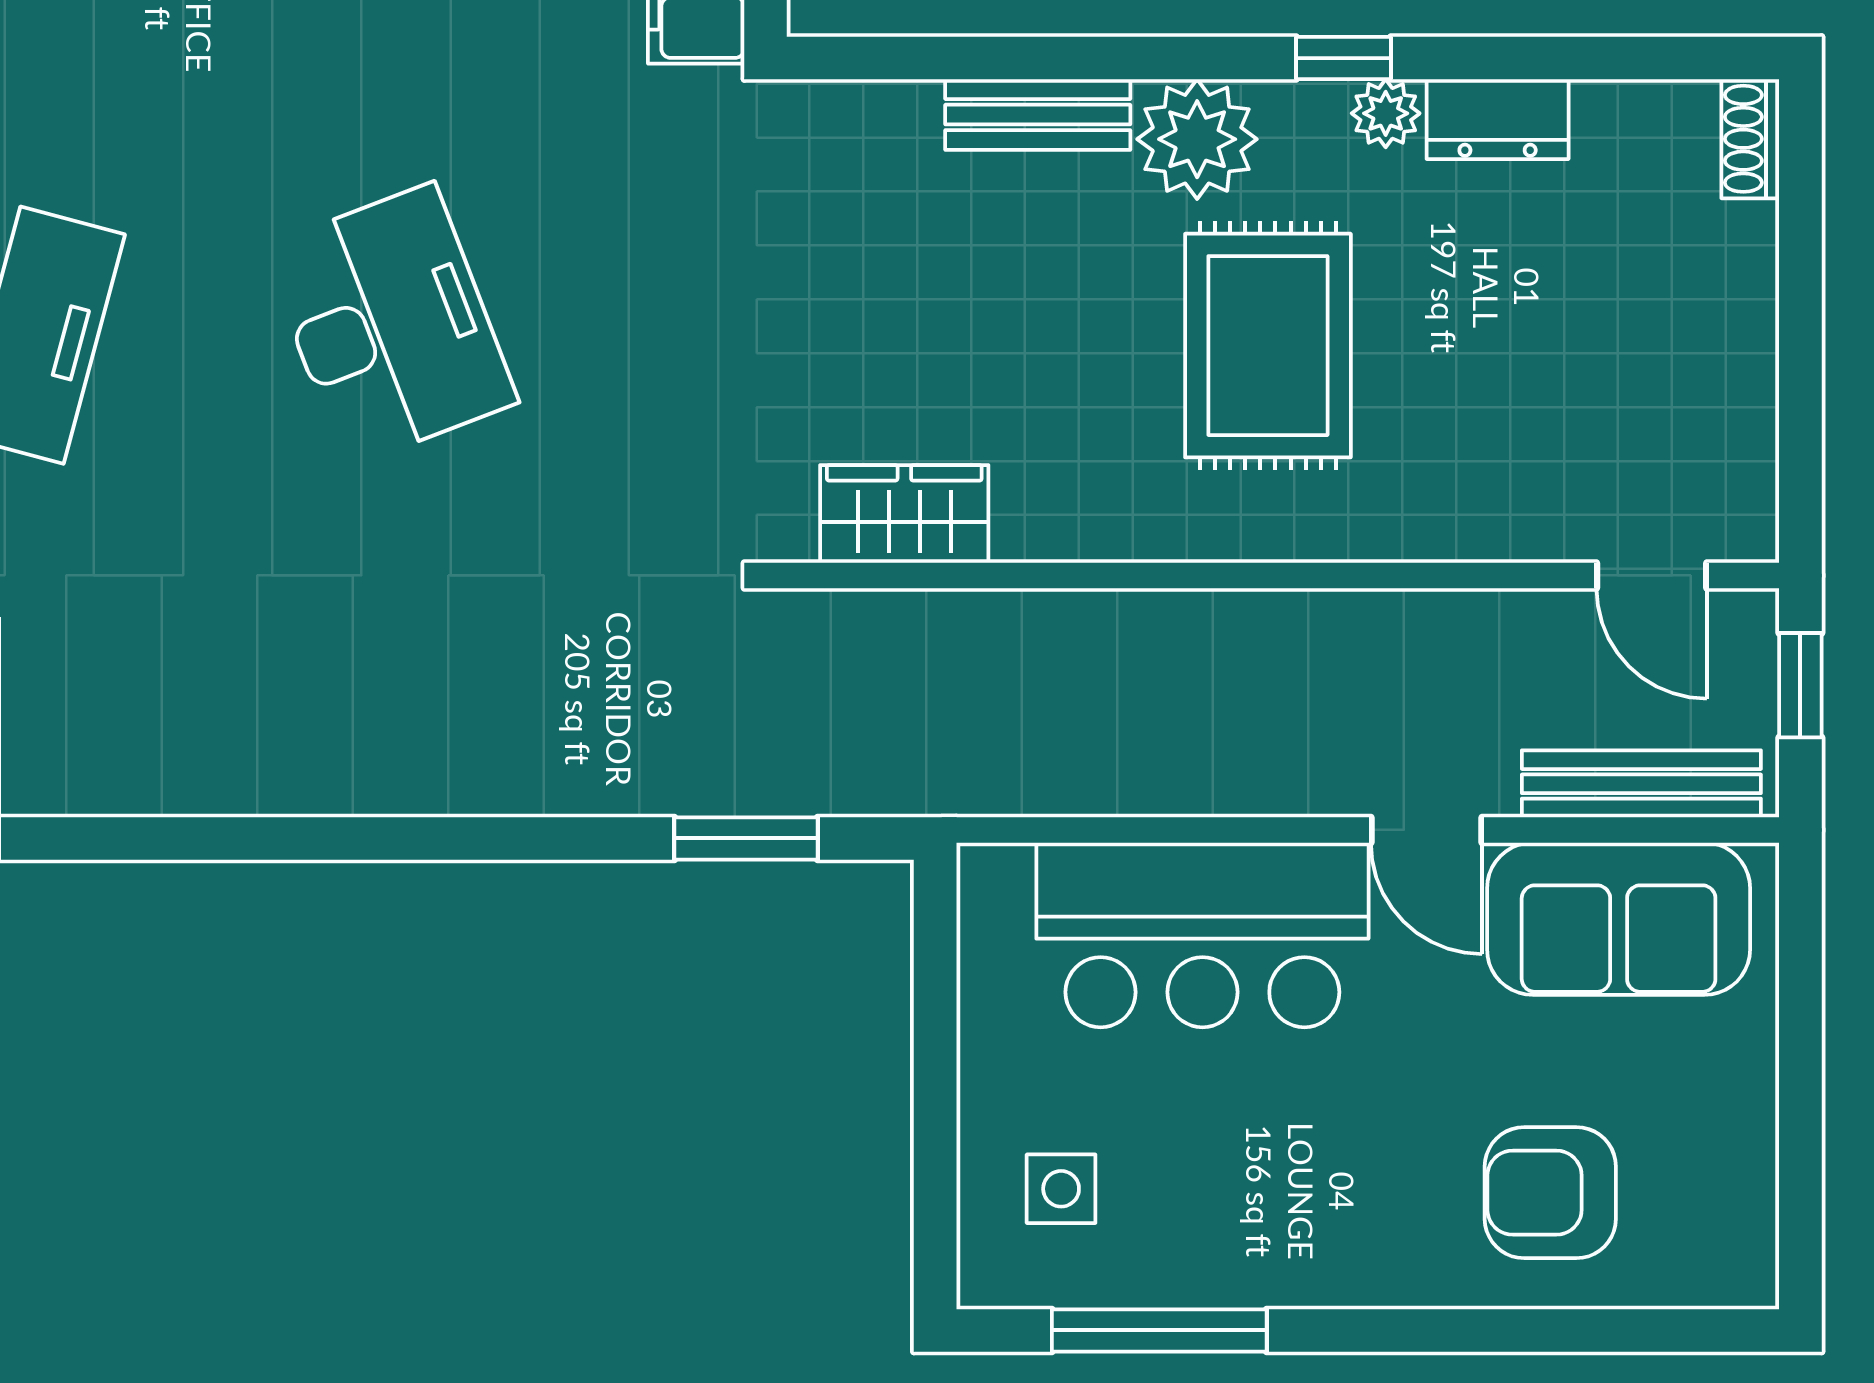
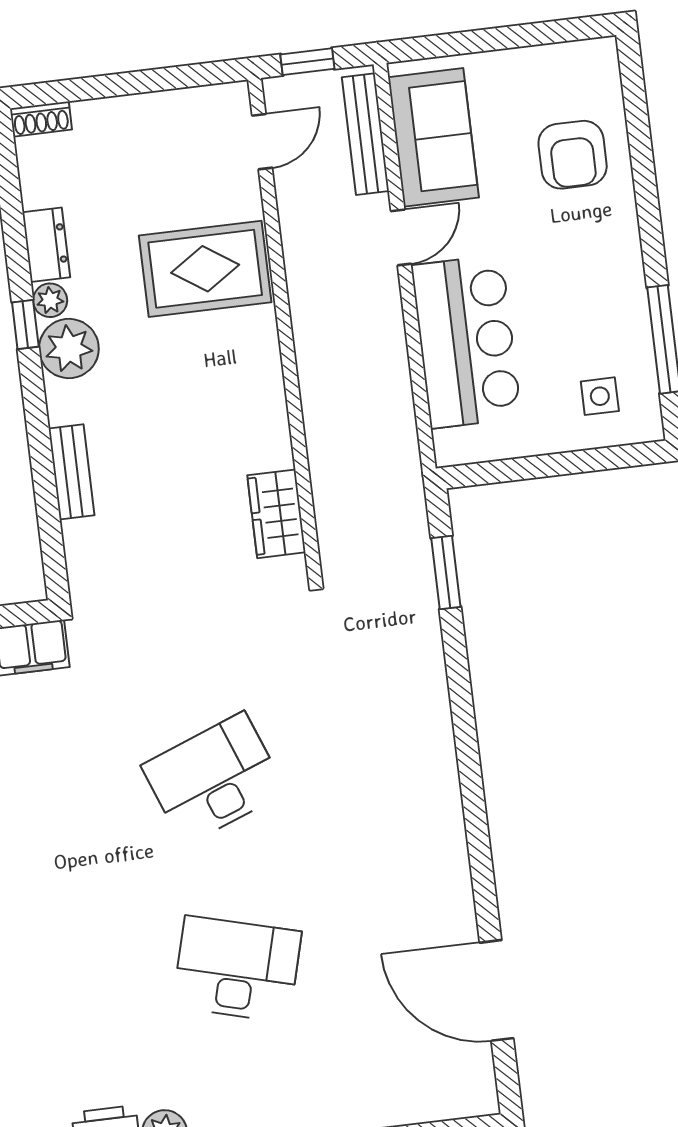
plant: (1197, 139) -> (69, 349), moved
rug: (1268, 346) -> (205, 269), moved

